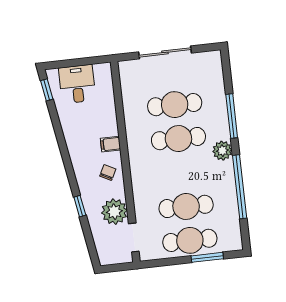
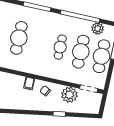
cafe table: (178, 139) -> (60, 47), moved, width x0.73, depth x0.74
plant: (222, 151) -> (98, 29), moved

